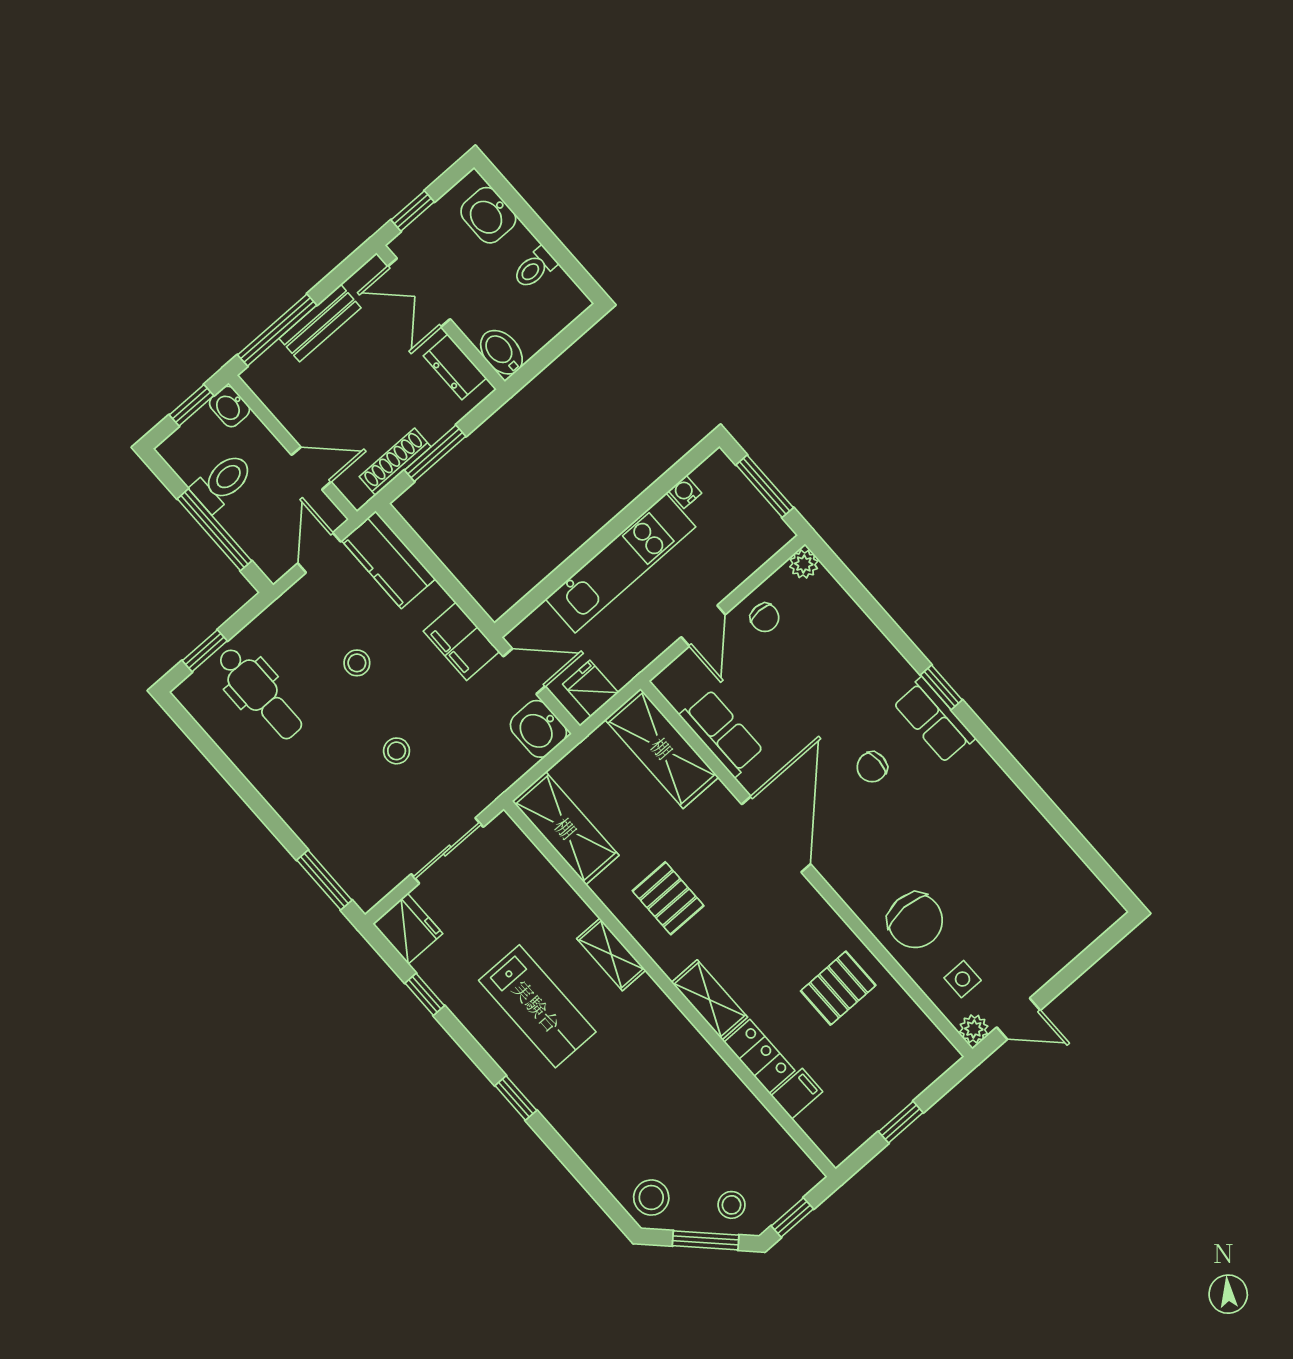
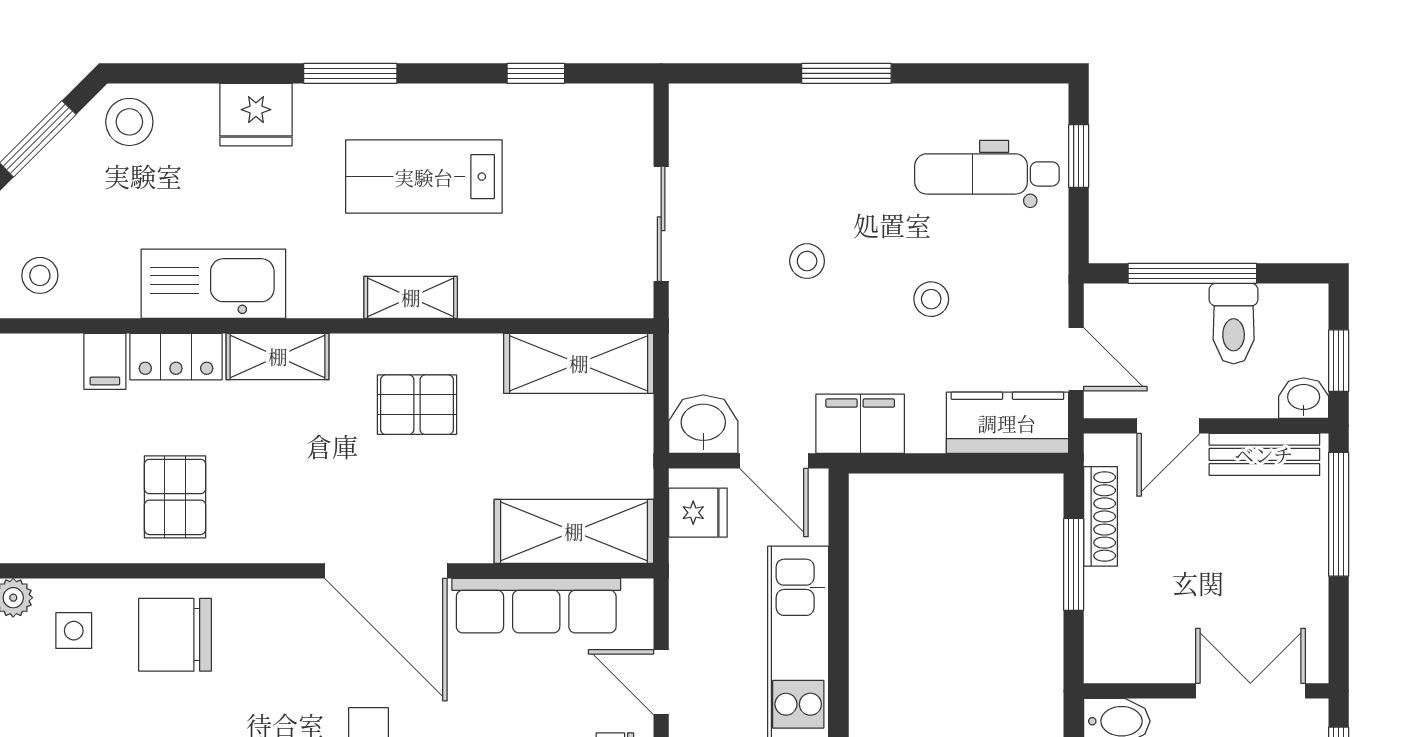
bench: (320, 323) -> (1264, 454), moved, turned 90
dresser: (455, 367) -> (1143, 661), removed
door: (524, 671) -> (774, 461), hinge flipped
row of seats: (722, 733) -> (536, 606), width x1.48
window: (324, 880) -> (846, 73), moved
fridge: (408, 929) -> (256, 115), moved
kitchen sink: (700, 1071) -> (213, 284), added
window: (516, 1098) -> (350, 73), width x1.50
stool: (732, 1205) -> (40, 275), moved

